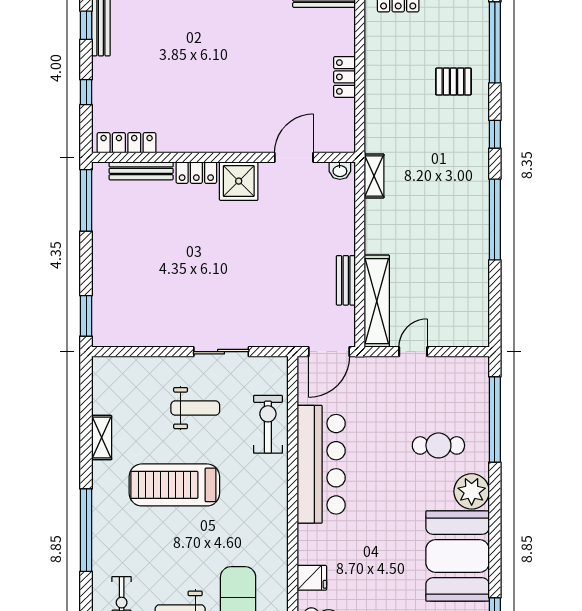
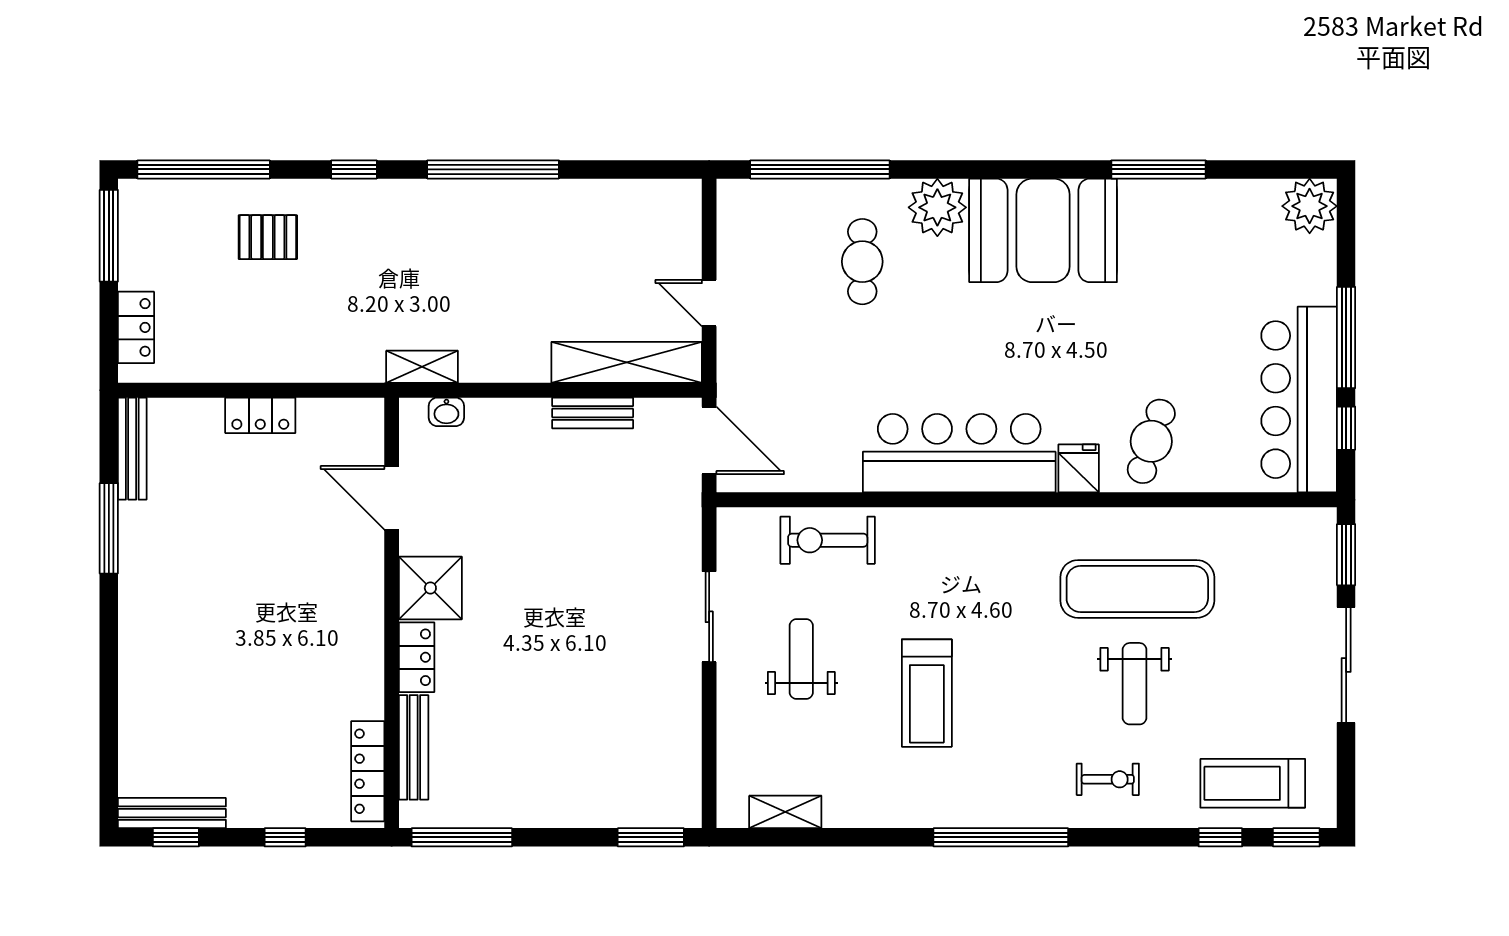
pallet: (453, 82) -> (268, 237), turned 90
washbasin: (340, 171) -> (446, 412), moved, turned 90
shelving: (102, 438) -> (785, 812), moved
bar counter: (321, 464) -> (959, 453), moved
treadmill: (174, 485) -> (927, 693), width x0.73, depth x0.73

